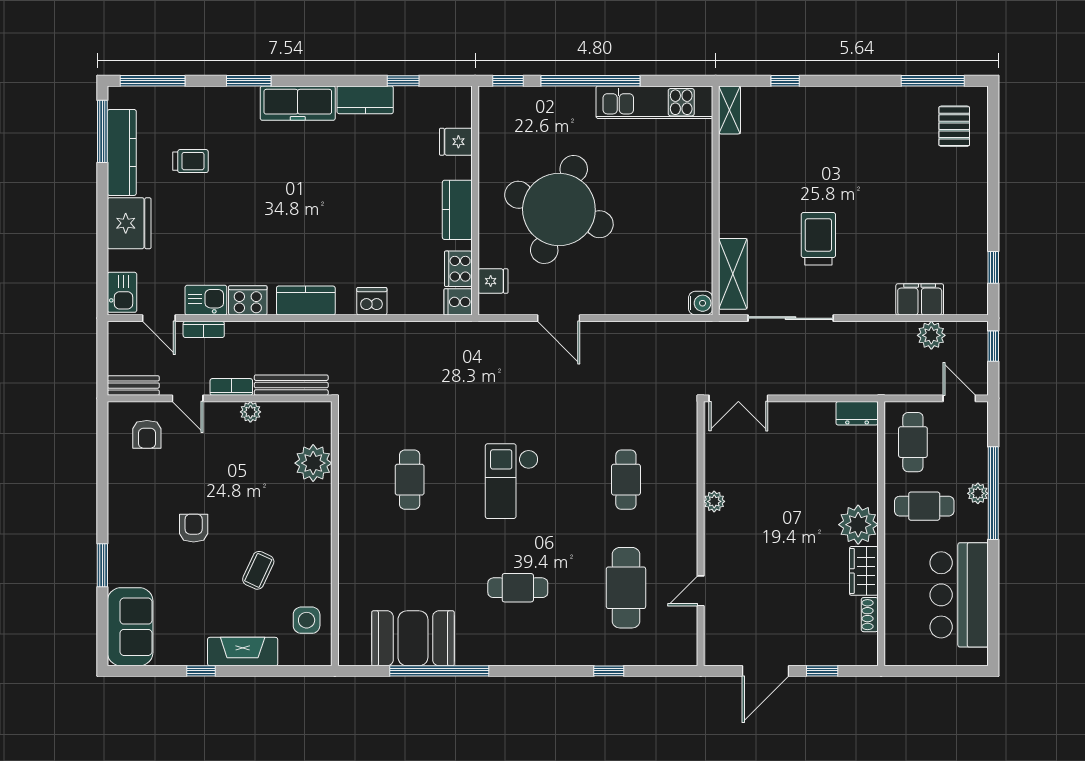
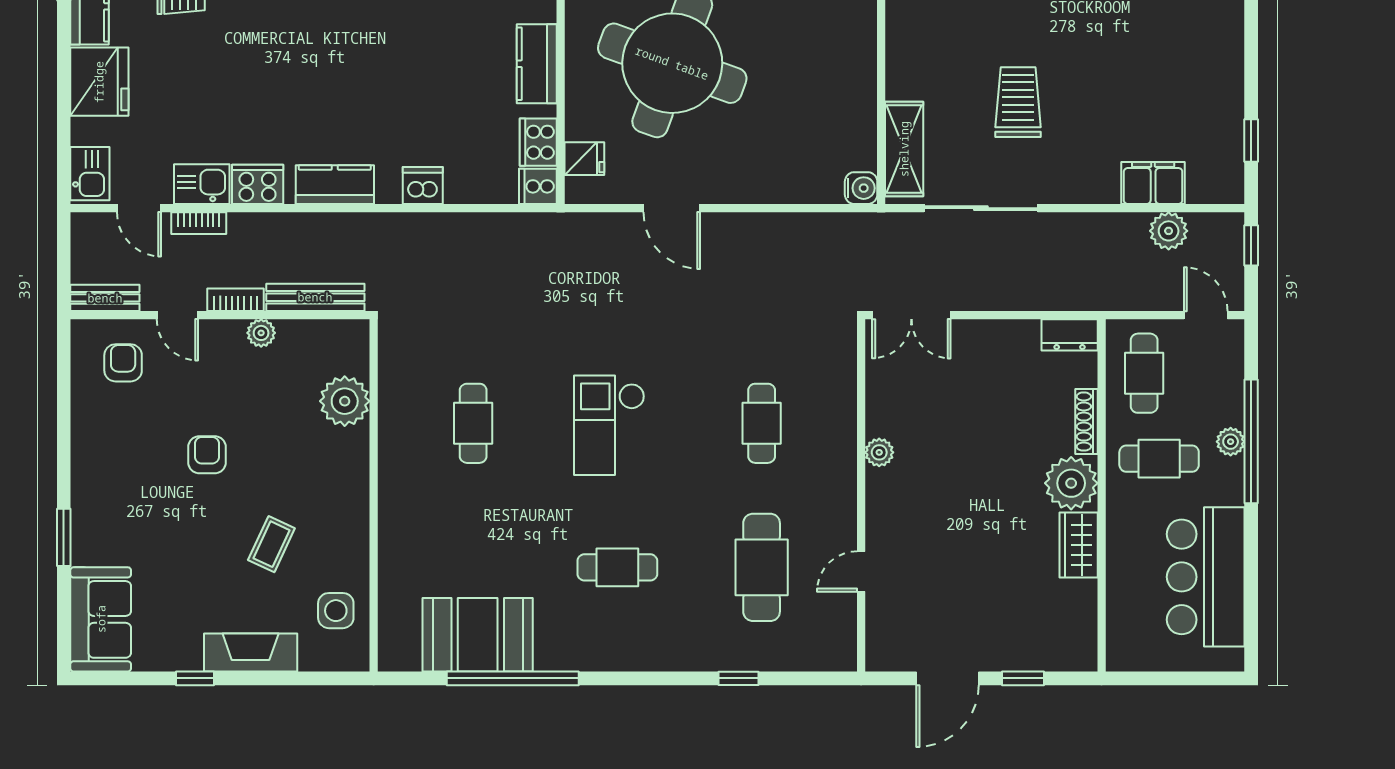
armchair: (147, 434) -> (123, 363), turned 180
armchair: (194, 528) -> (207, 455), moved
shoe rack: (870, 615) -> (1086, 422), moved, width x1.43

